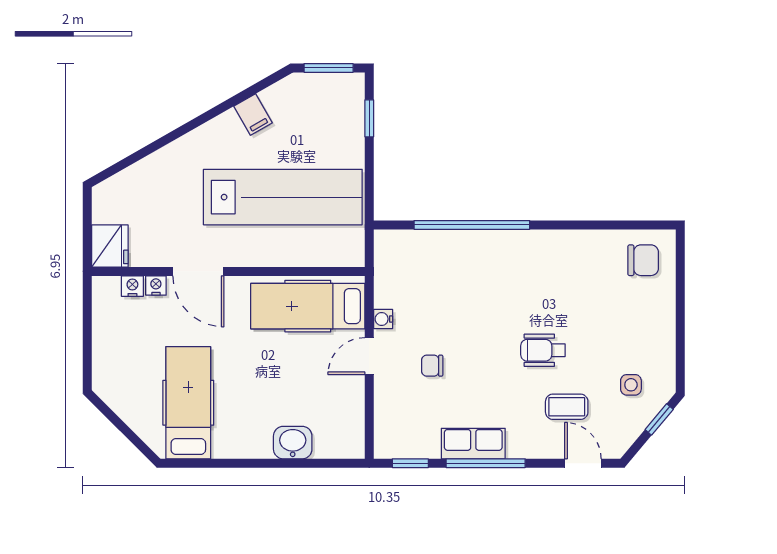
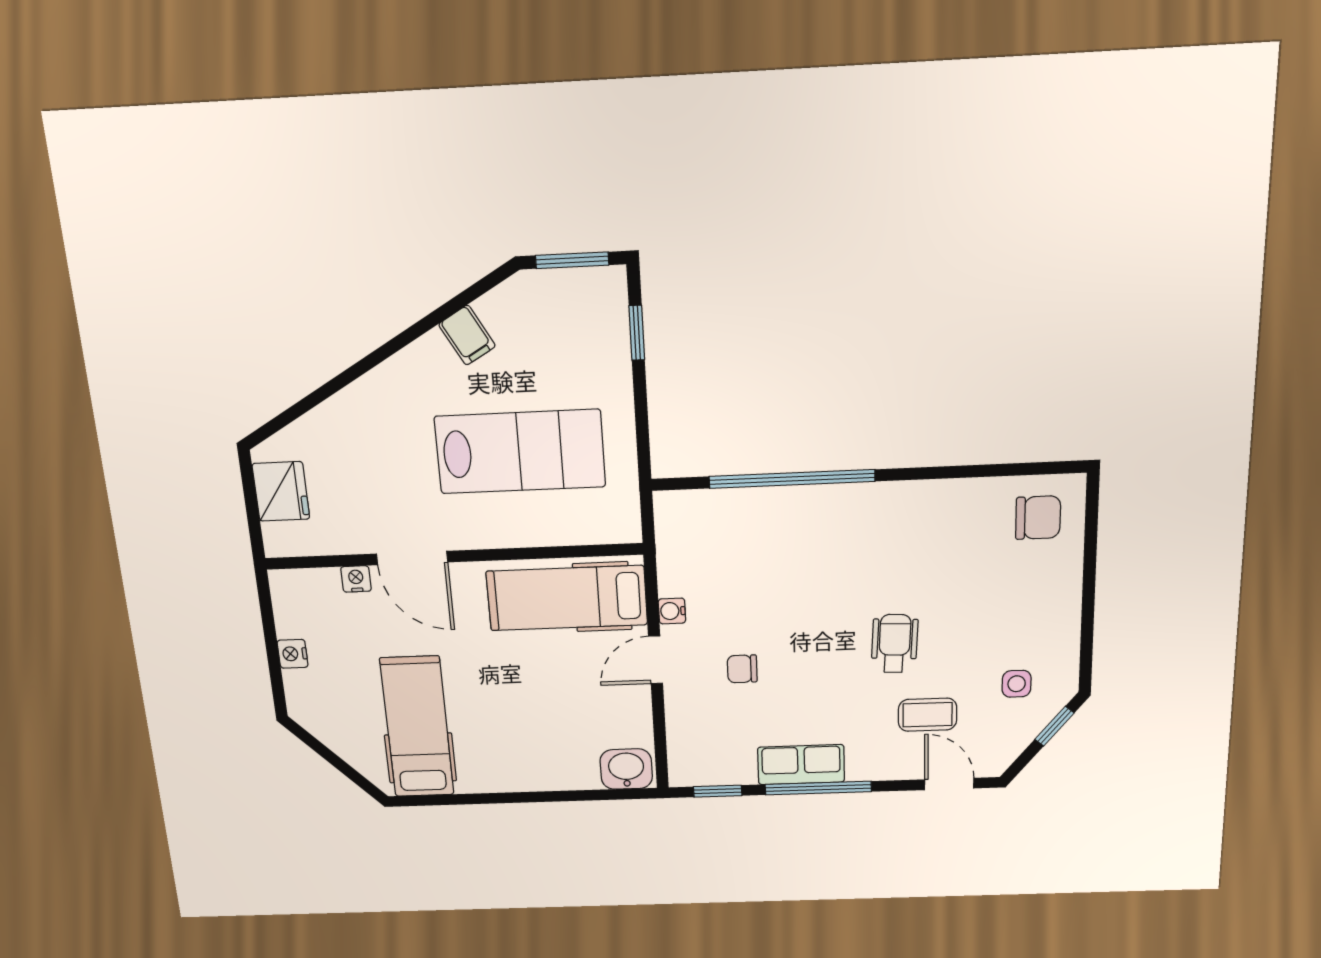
lab bench: (283, 197) -> (520, 452), width x0.73
fridge: (110, 246) -> (281, 491), moved
nightstand: (132, 286) -> (293, 654), moved, turned -90
wheelchair: (543, 350) -> (895, 644), turned 93
washbasin: (293, 443) -> (626, 769), moved

